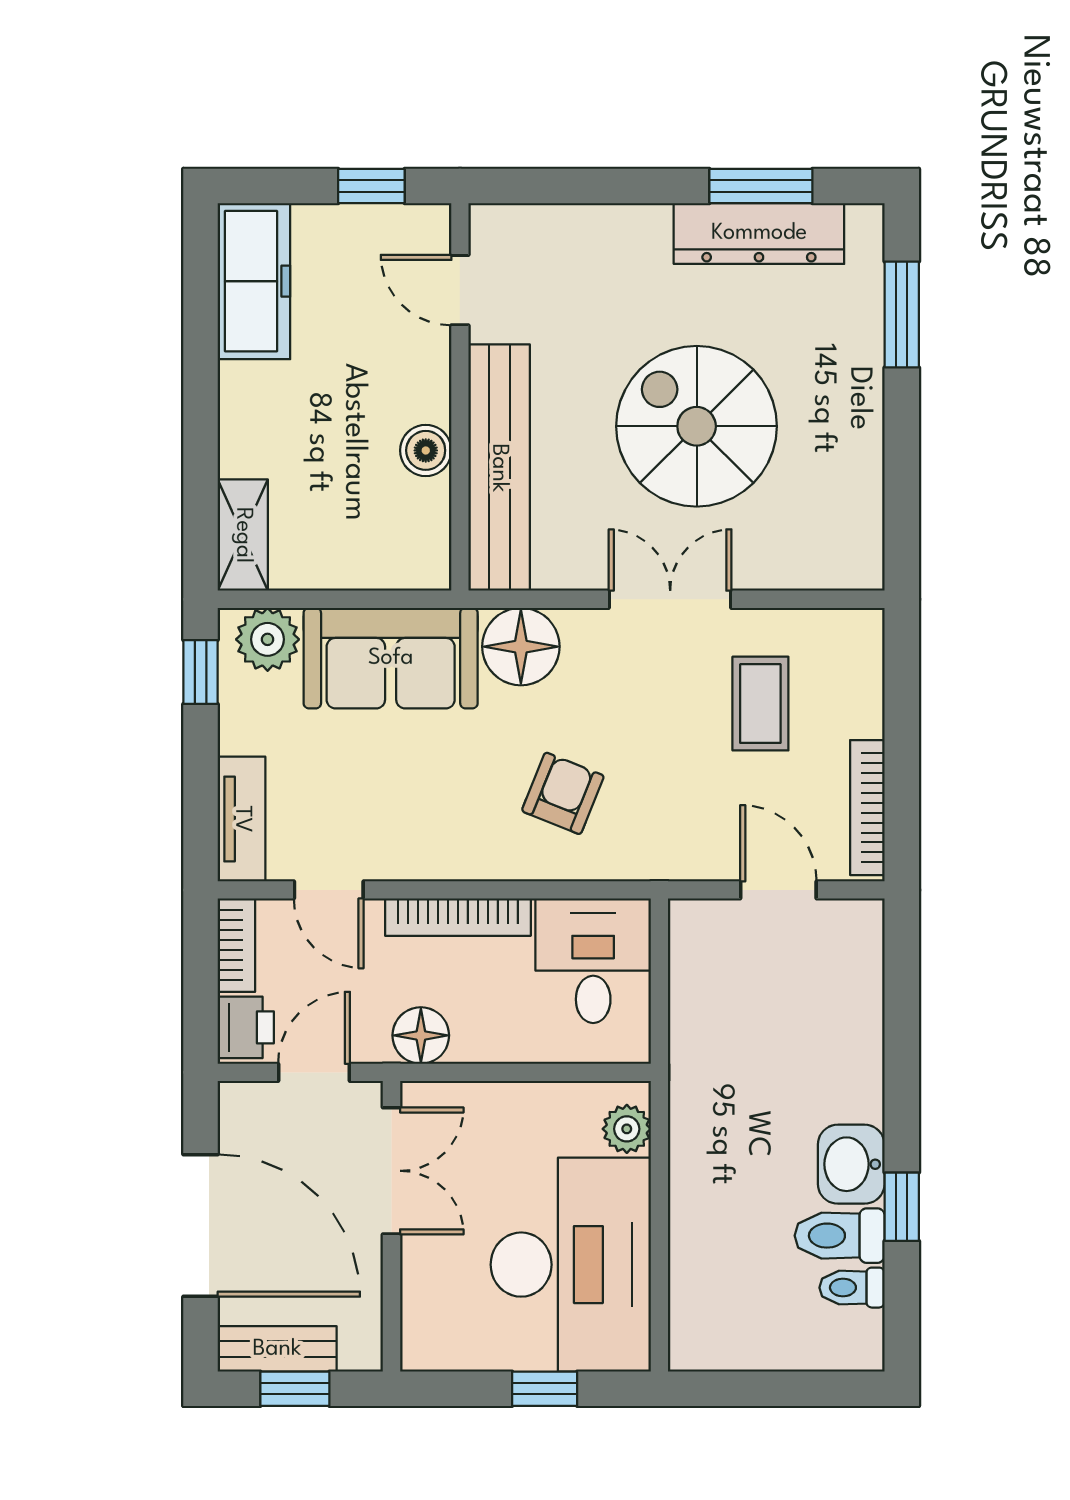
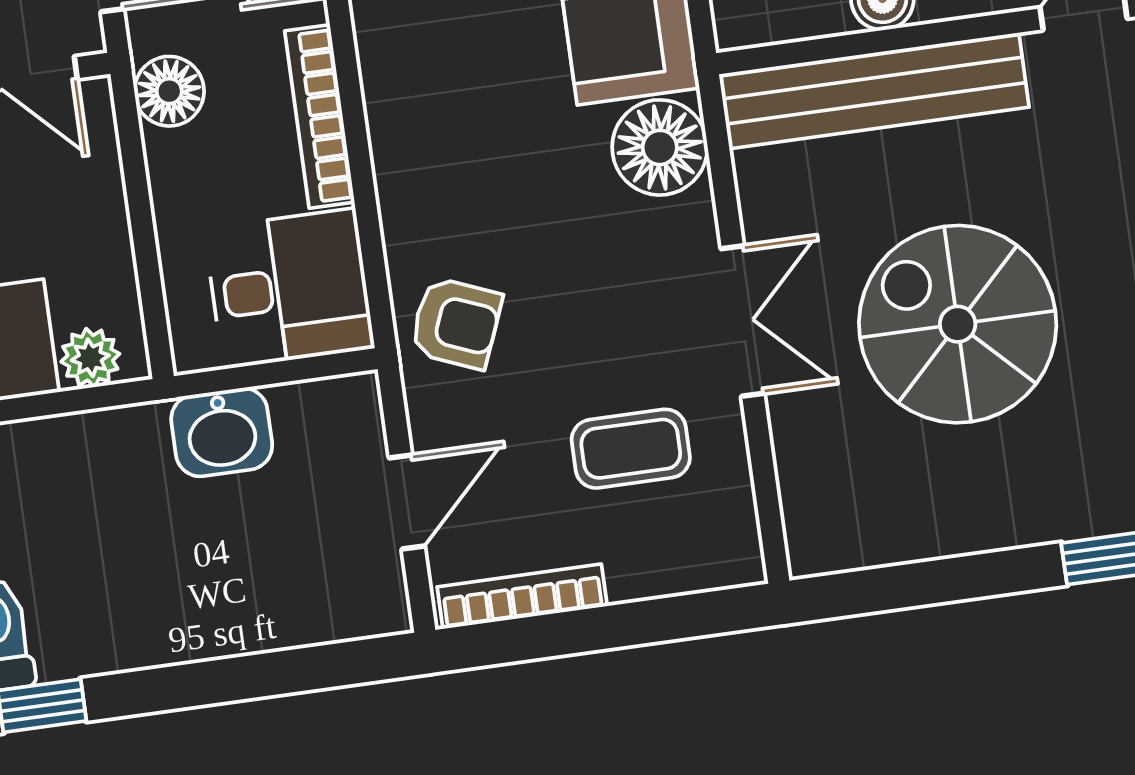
spiral stairs: (697, 426) -> (958, 324), turned -90
armchair: (563, 793) -> (456, 323), moved
washbasin: (851, 1164) -> (222, 432), moved, turned 180

